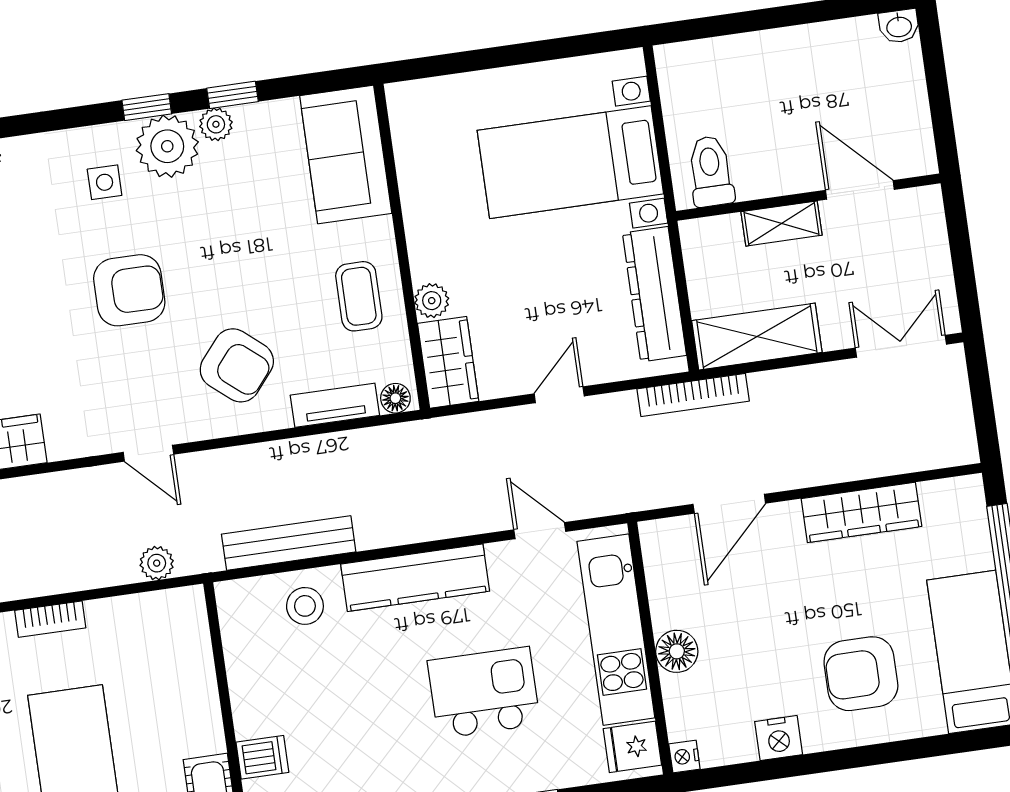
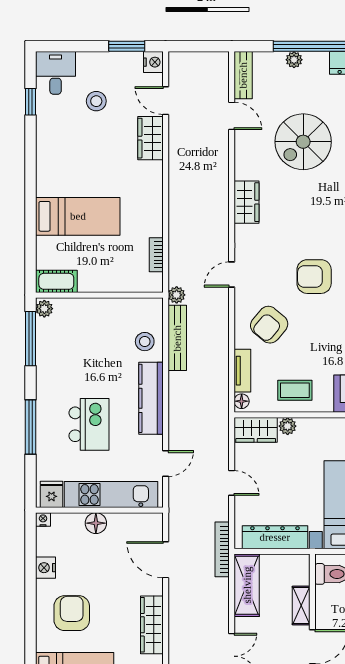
armchair: (129, 290) -> (314, 277), turned 90
plant: (157, 563) -> (177, 295), moved
bookcase: (50, 619) -> (156, 255), moved
dishwasher: (262, 757) -> (73, 310), removed

